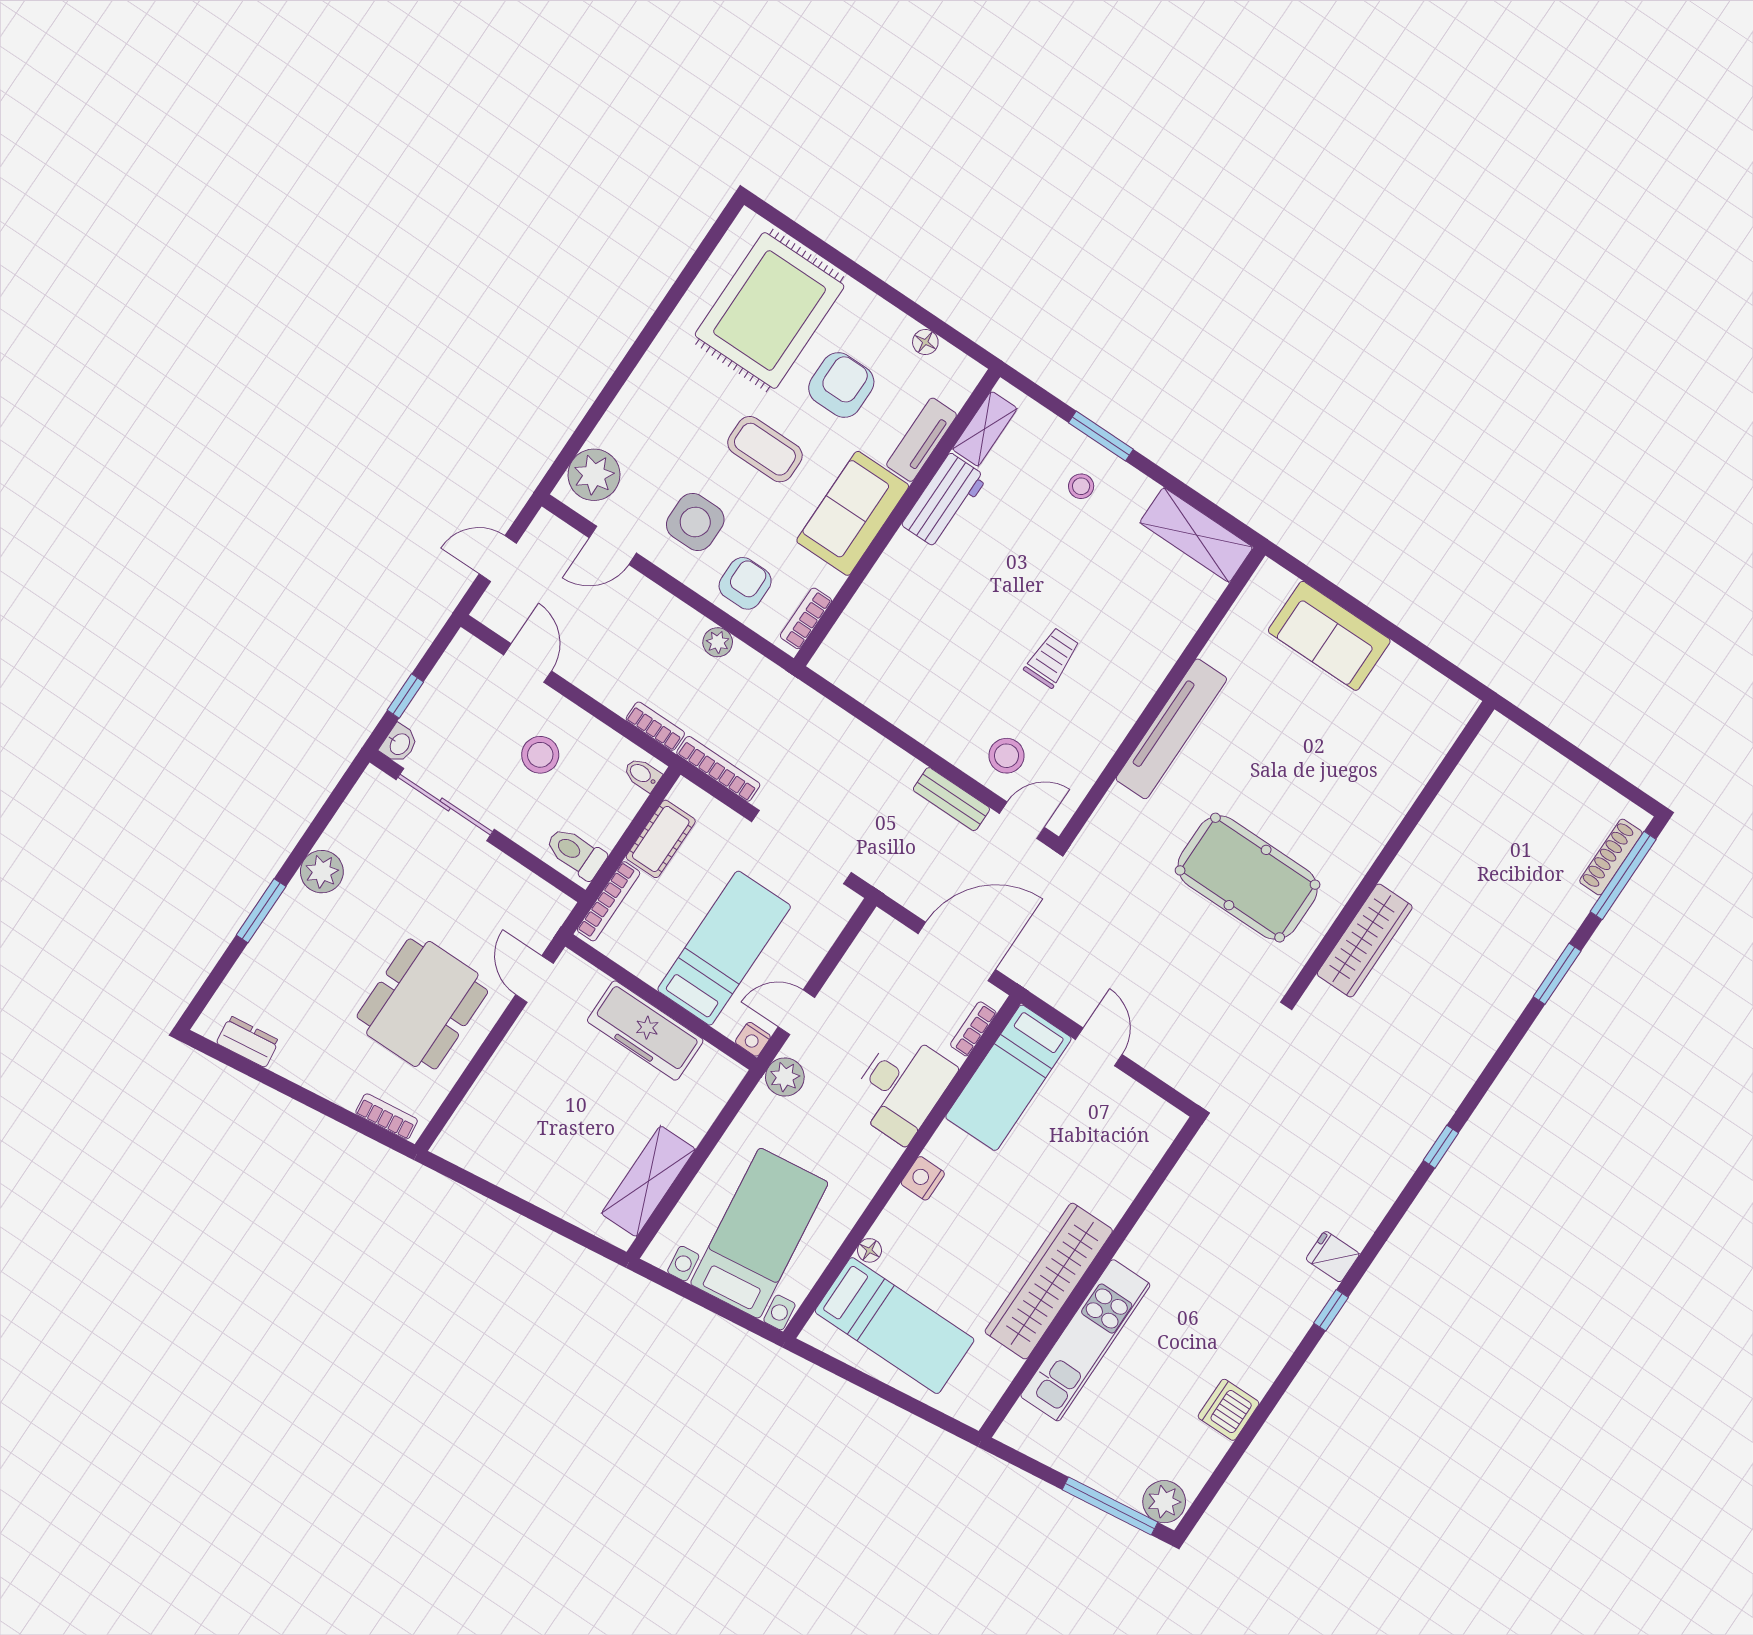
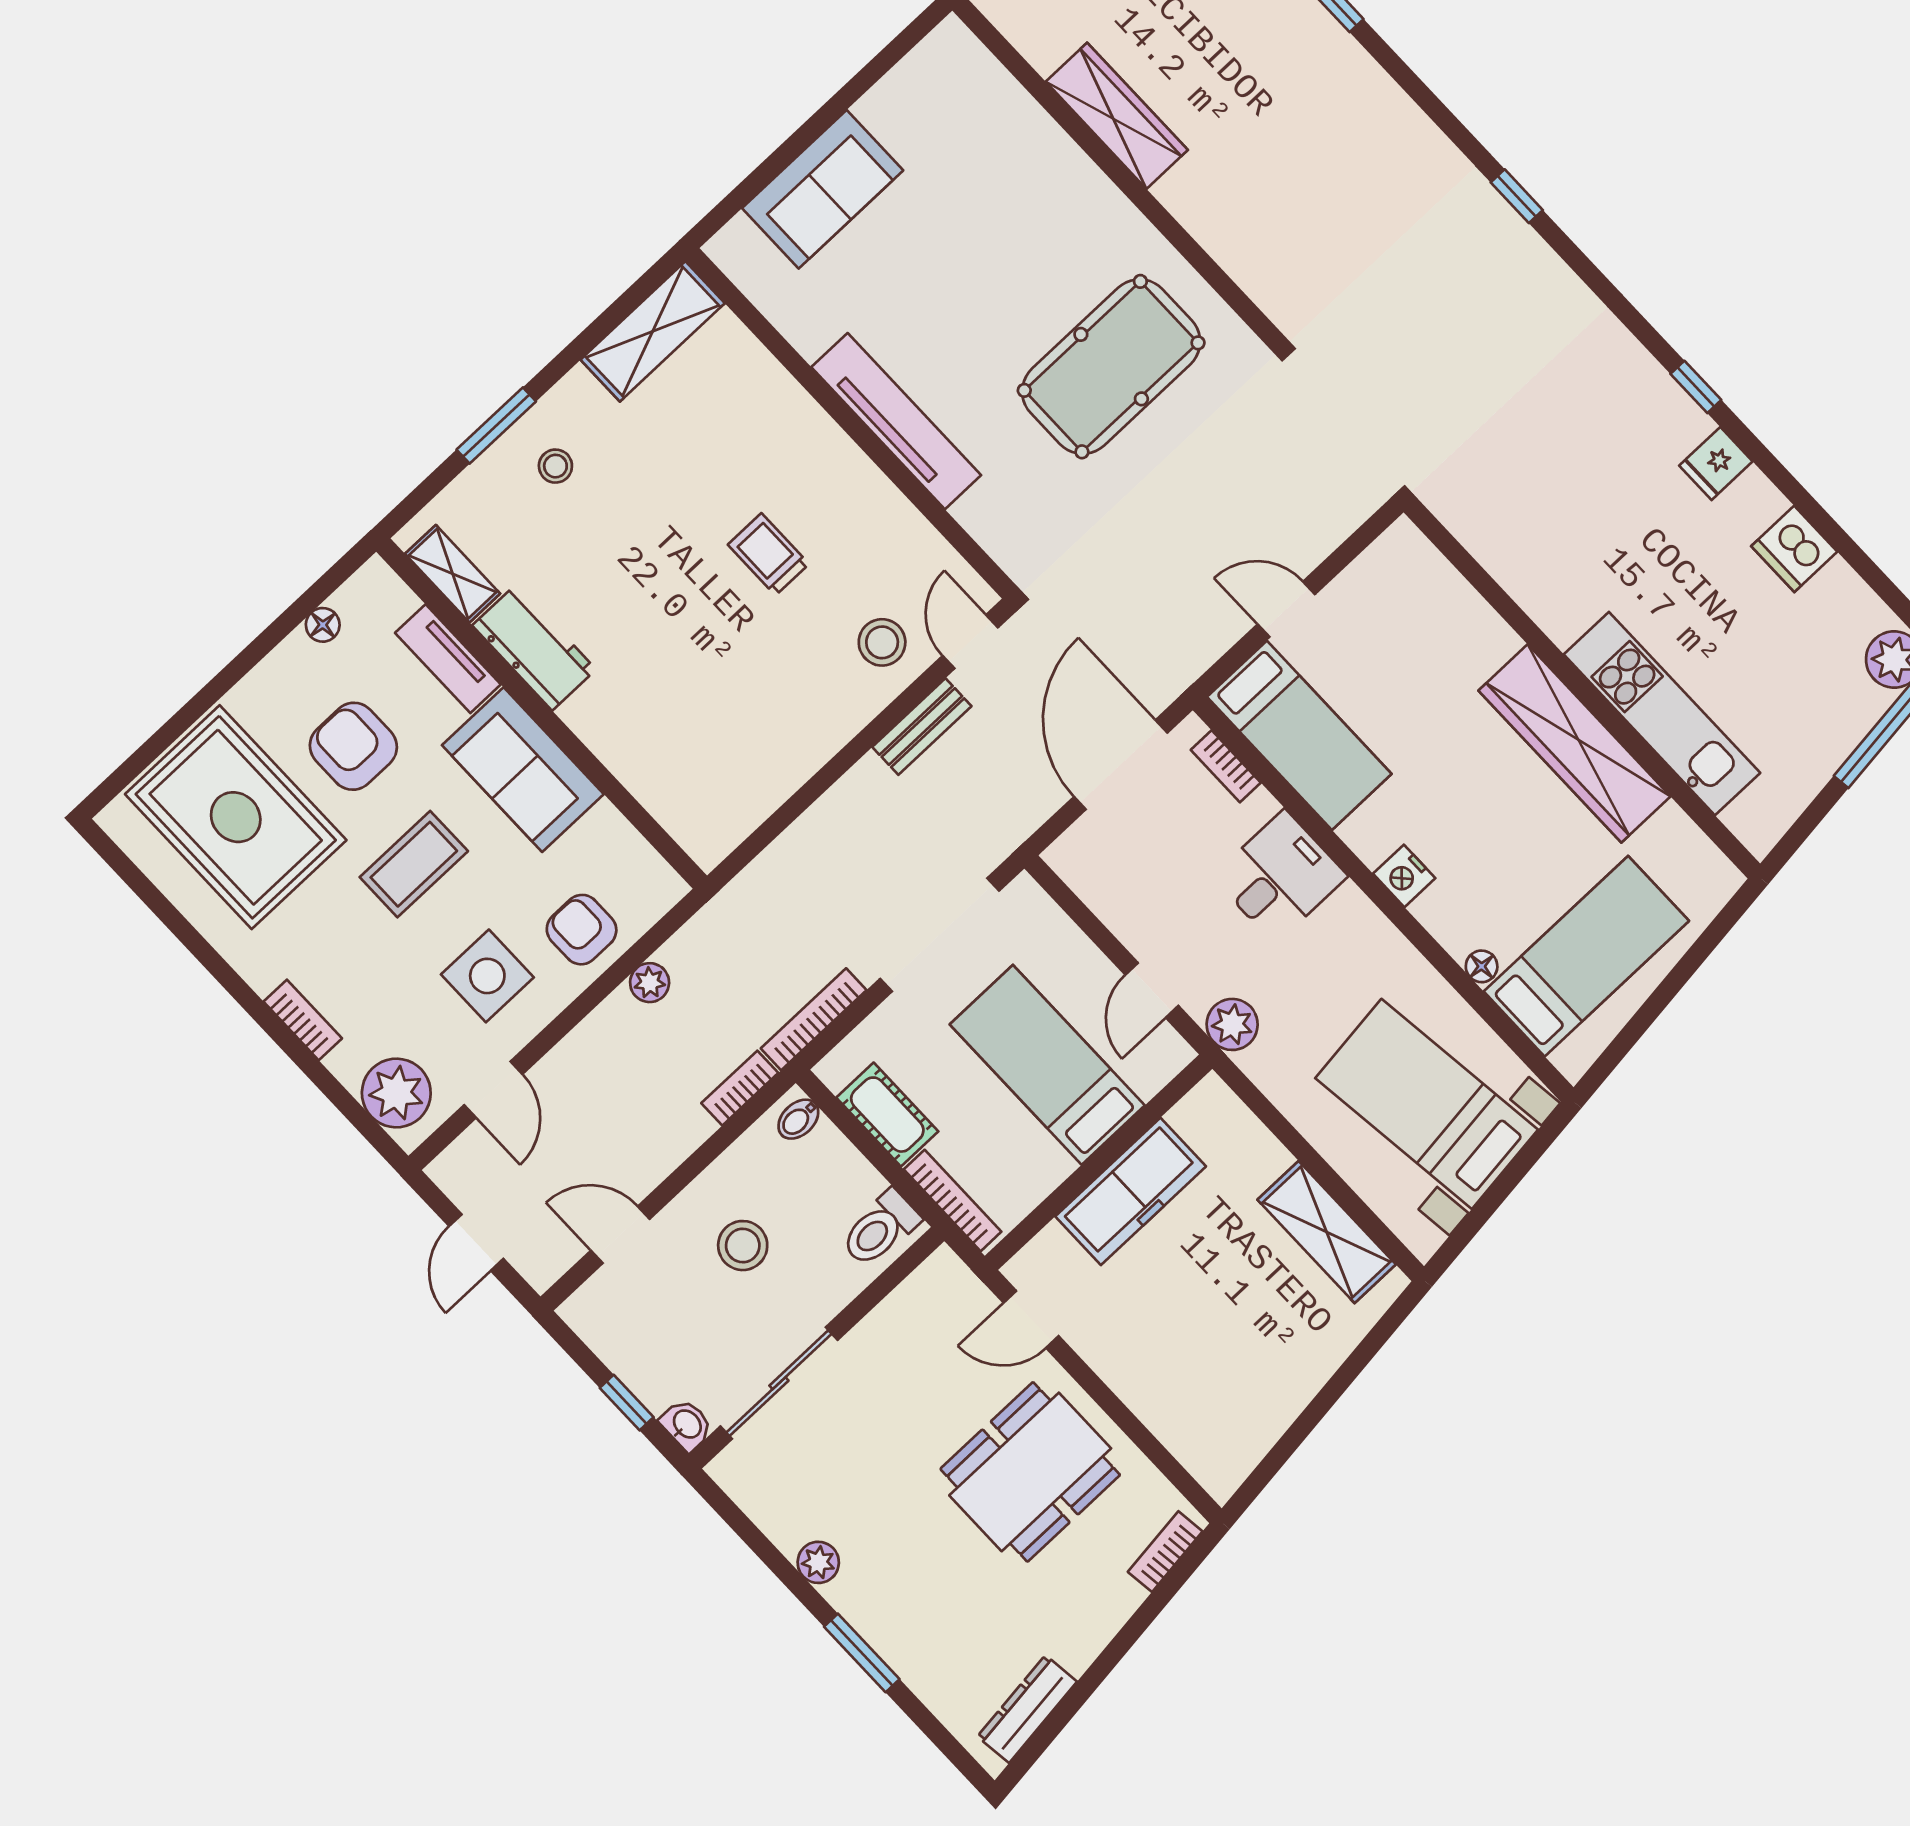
bookcase: (806, 618) -> (303, 1020), moved, turned 180
plant: (322, 872) -> (818, 1562), width x0.73, depth x0.73
wardrobe: (1365, 941) -> (1117, 116), moved
dining table: (422, 1004) -> (1030, 1472), turned 90
nightstand: (753, 1039) -> (1174, 1055), removed
dresser: (248, 1042) -> (1027, 1709), width x1.44
desk: (901, 1087) -> (1280, 877), width x0.73
fridge: (1333, 1257) -> (1716, 464), moved

